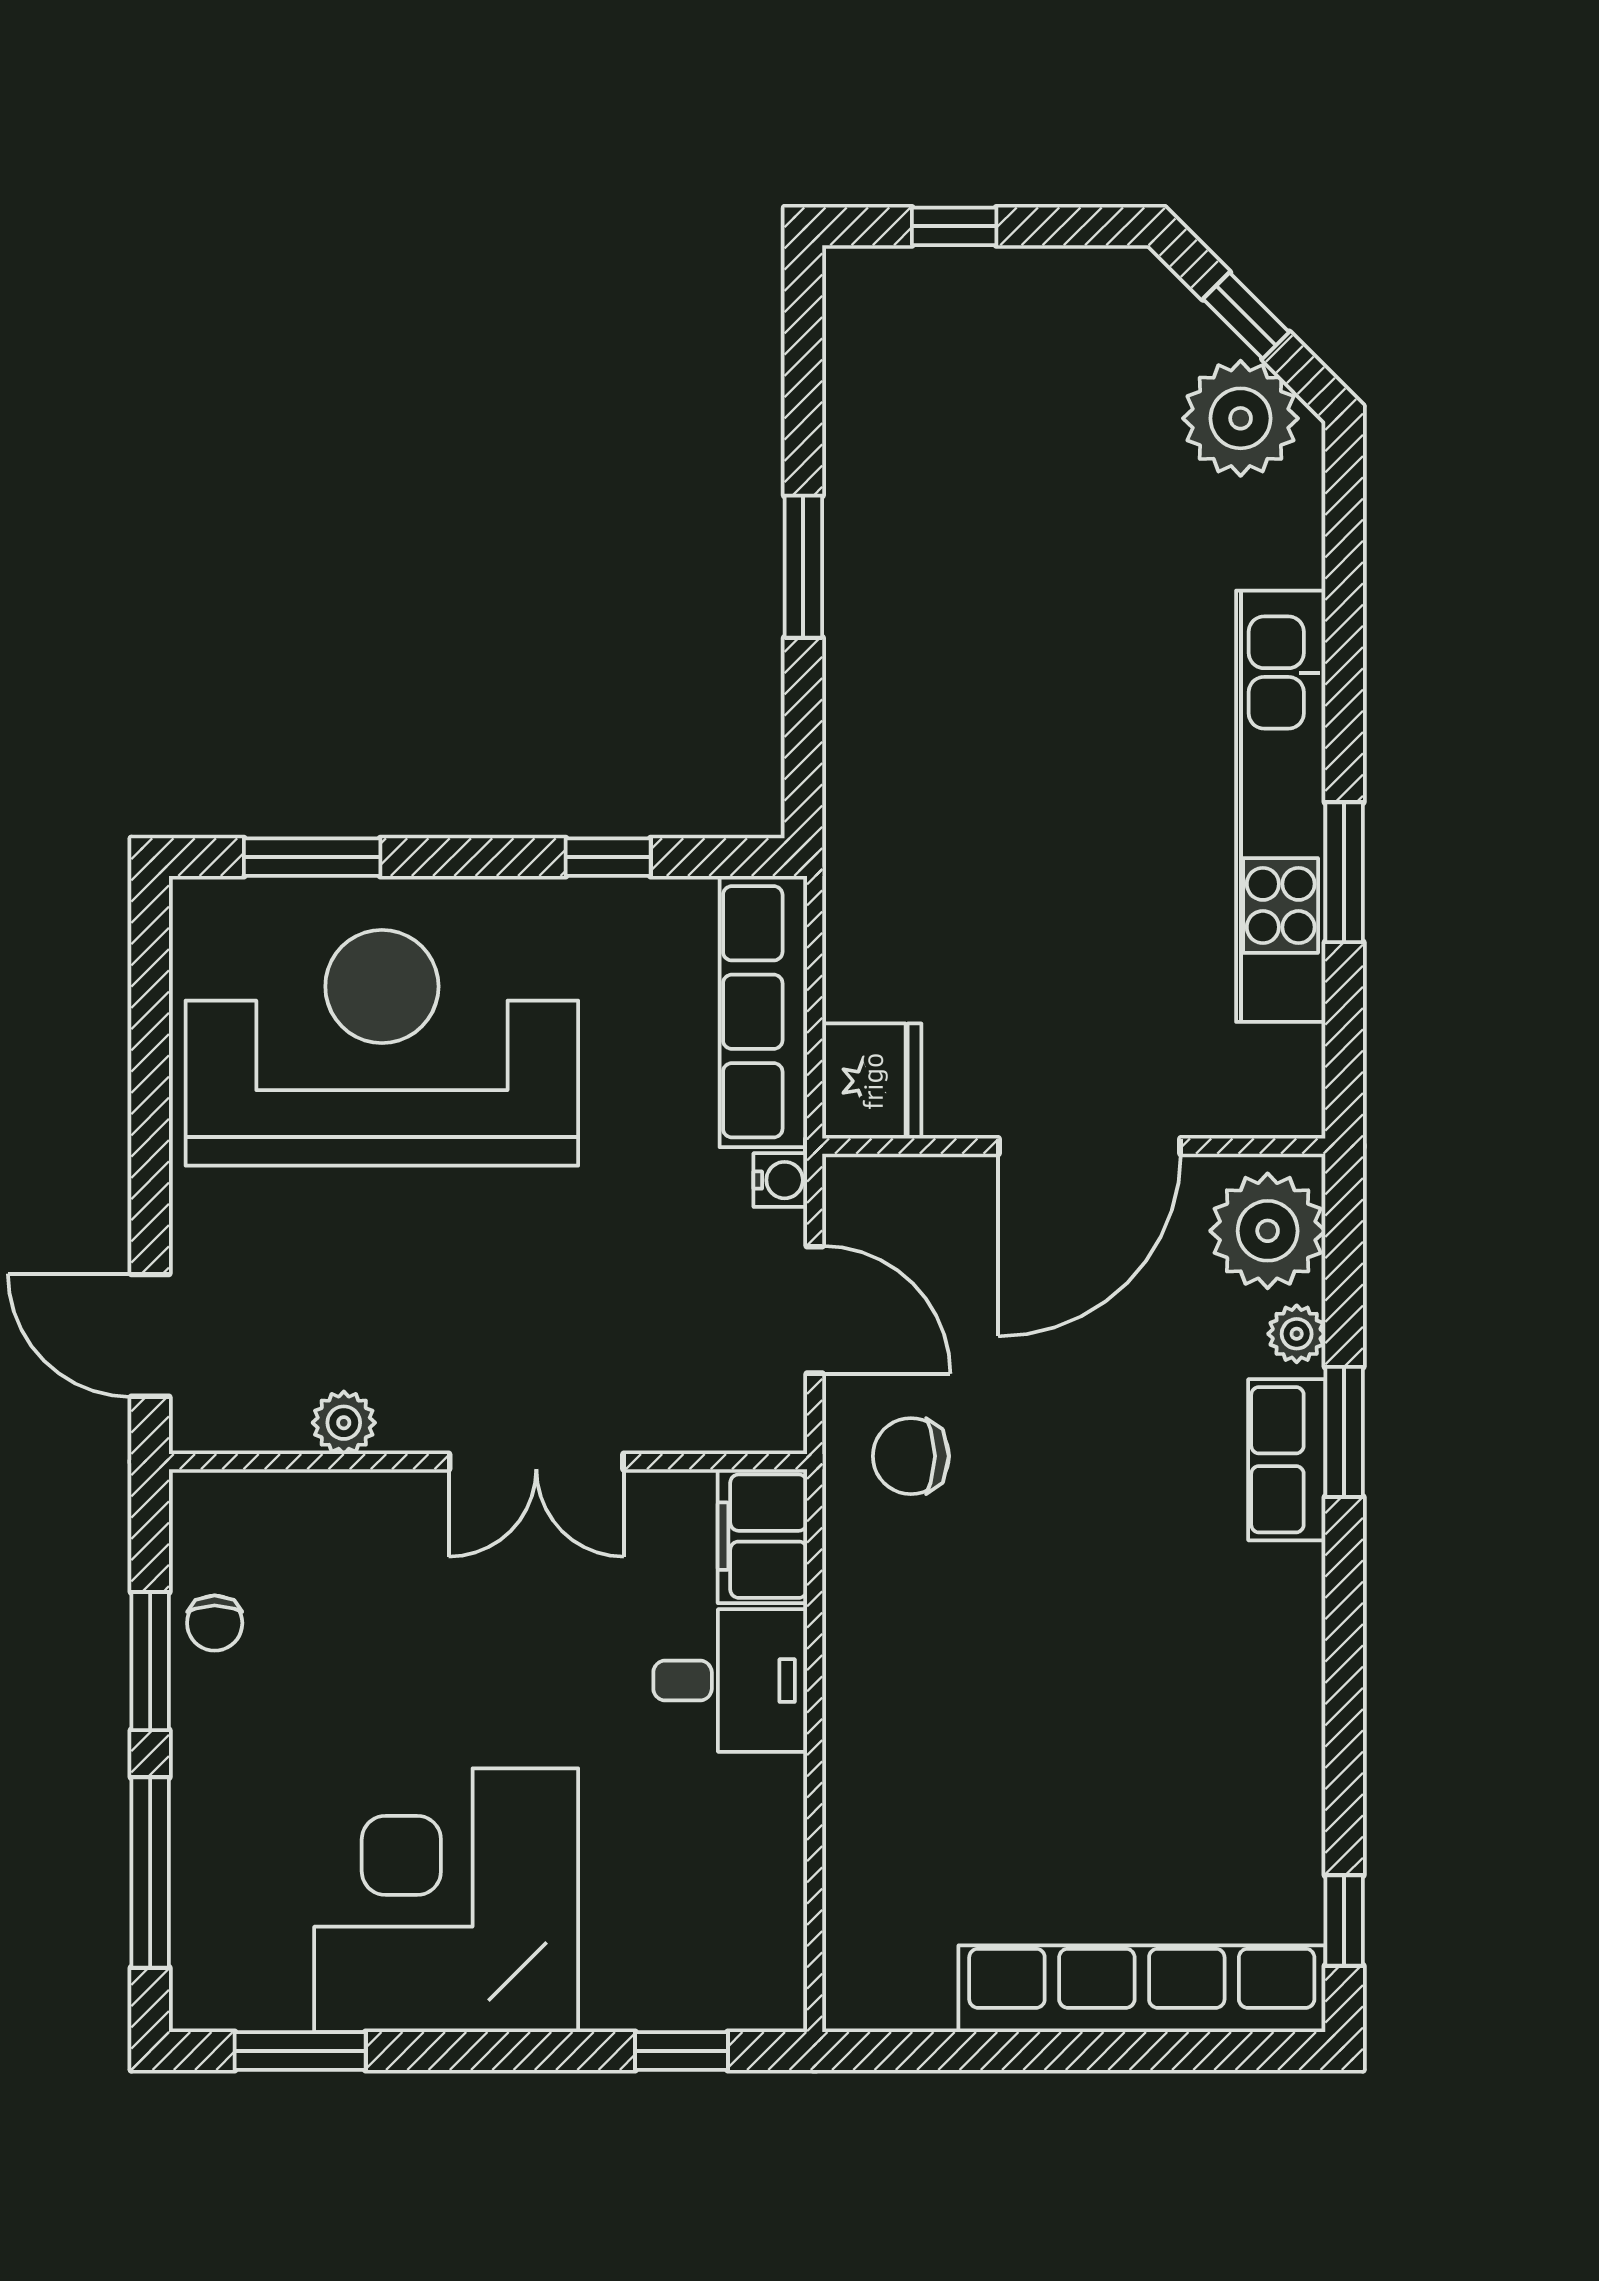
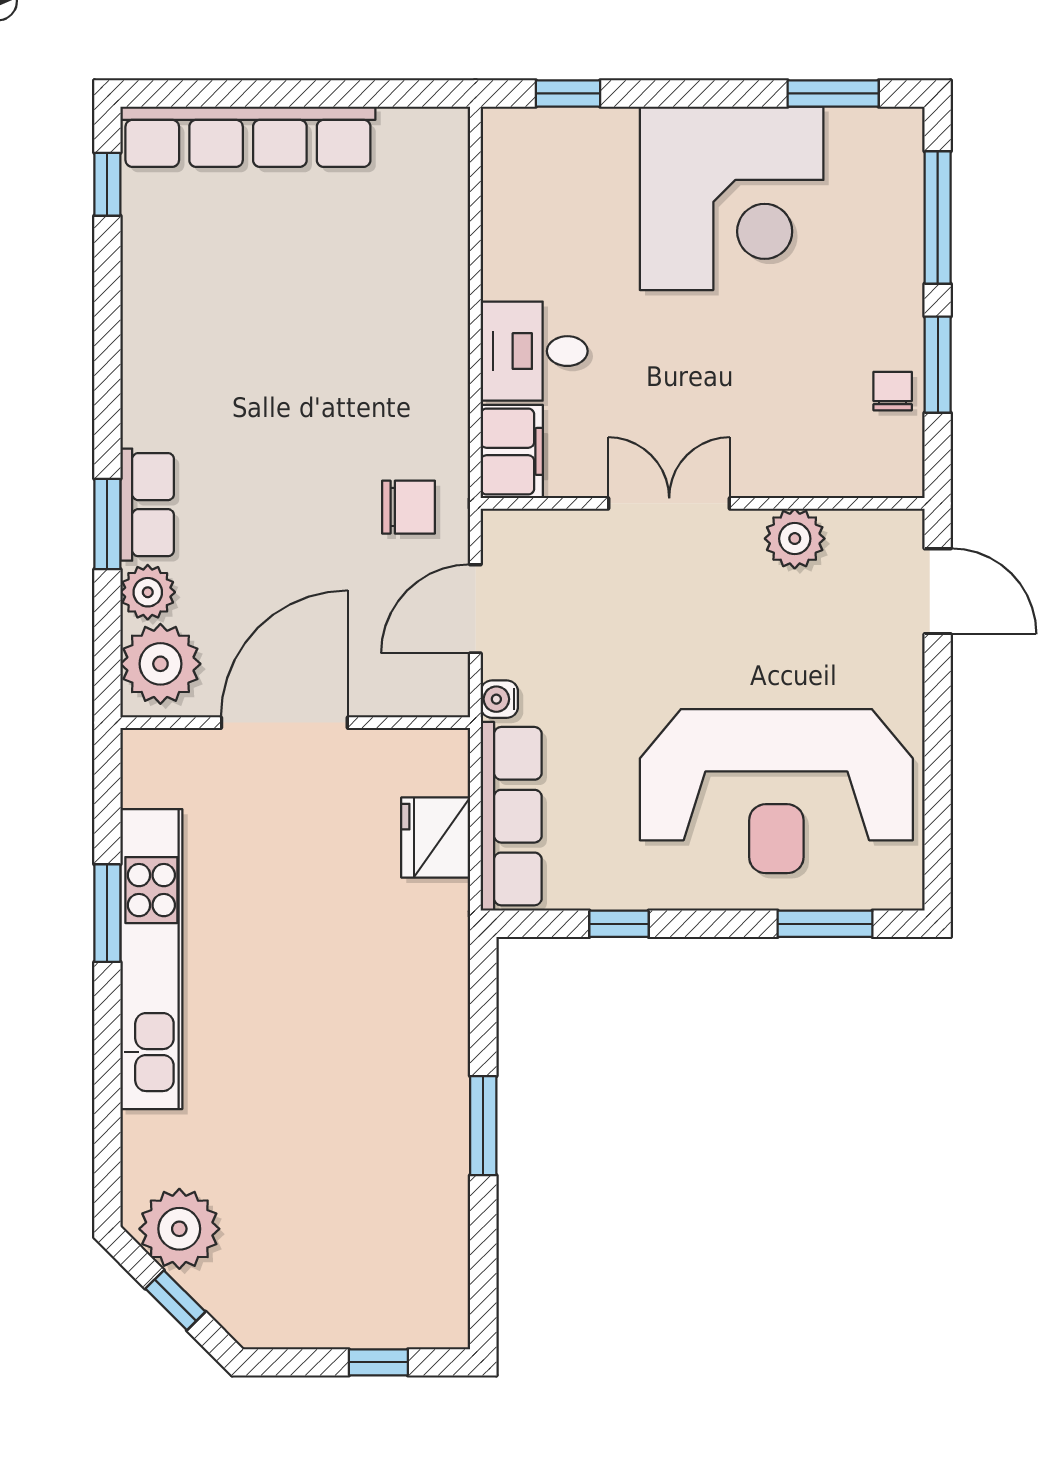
fridge: (872, 1081) -> (436, 837), moved
door: (815, 1310) -> (475, 609), hinge flipped
plant: (1297, 1334) -> (148, 592), width x1.38, depth x1.38
plant: (344, 1423) -> (795, 539), width x1.38, depth x1.38

